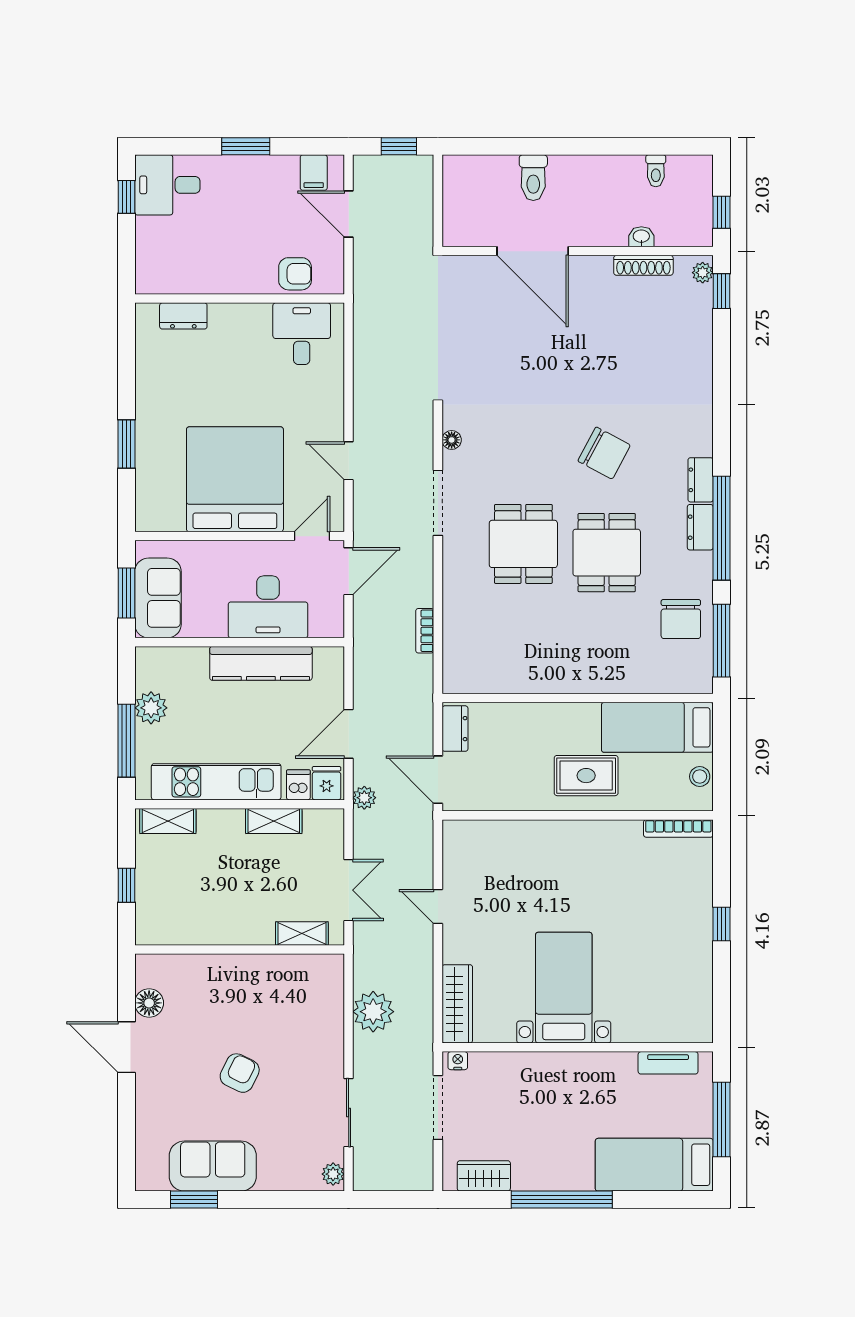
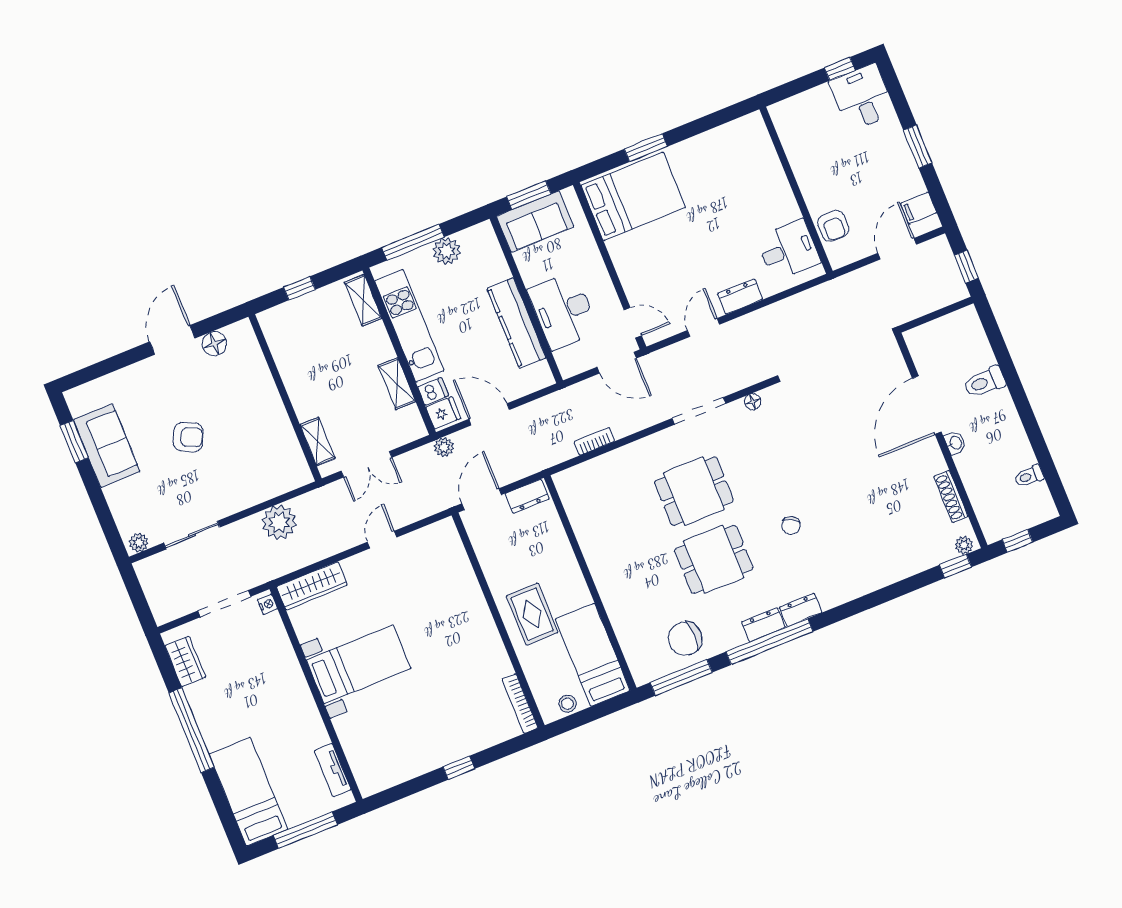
washbasin: (641, 237) -> (955, 443), moved
dresser: (183, 316) -> (740, 297), moved, turned 90
chair: (604, 453) -> (791, 526), width x0.54, depth x0.54
bed: (235, 479) -> (633, 196), moved, width x0.73

